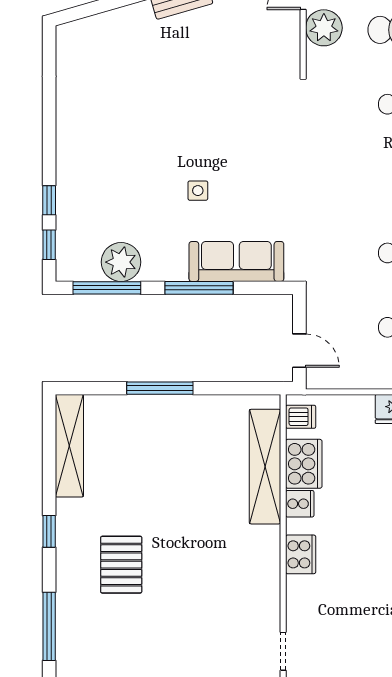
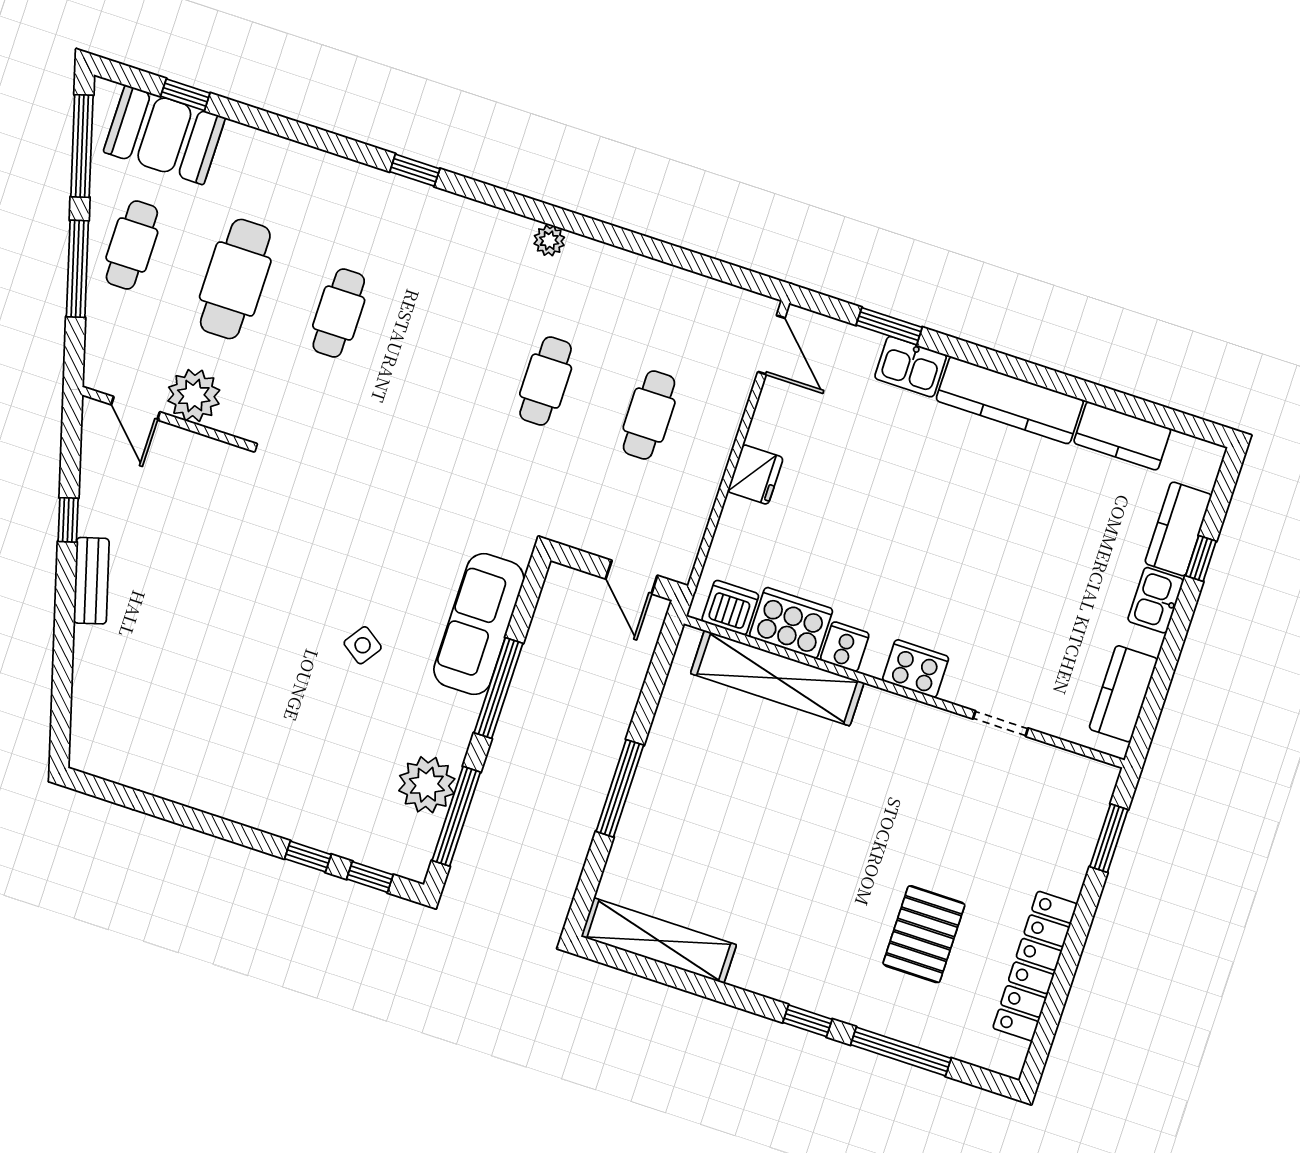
side table: (198, 191) -> (363, 645), turned 35
door: (299, 351) -> (632, 577), swing flipped
dishwasher: (301, 417) -> (730, 608), width x1.38
window: (49, 531) -> (807, 1021), moved
pallet: (121, 565) -> (924, 934), moved, turned 90
doorway: (283, 651) -> (1001, 724), moved

